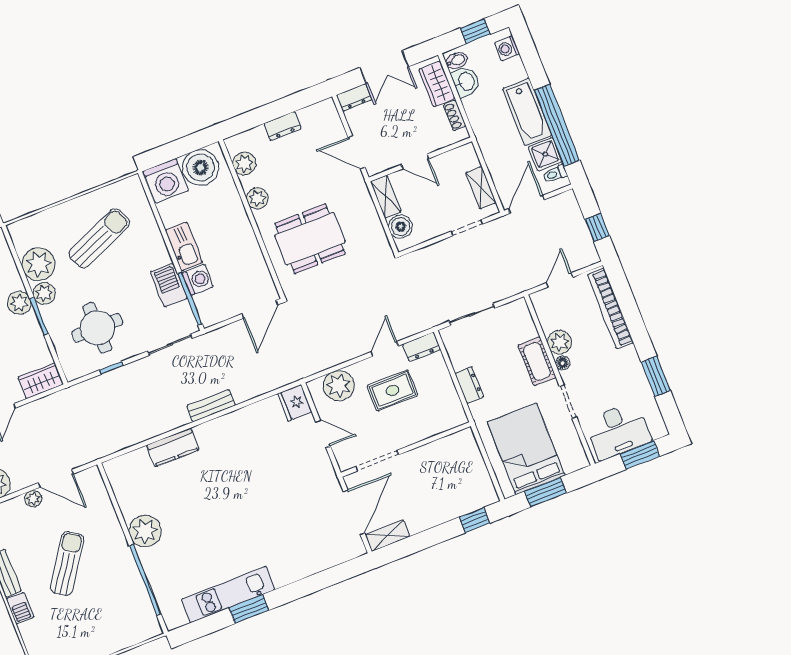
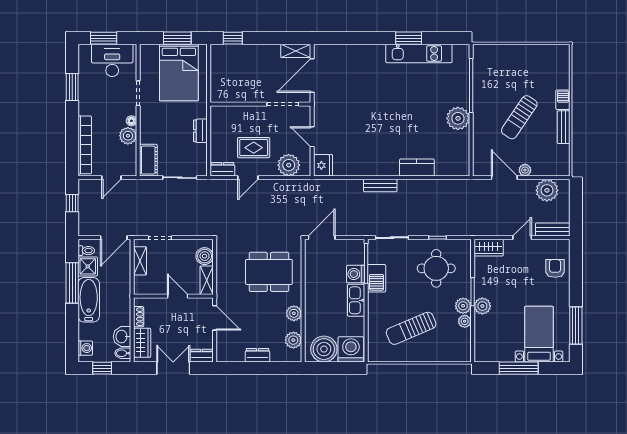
window: (557, 125) -> (72, 283), width x0.68
plant: (39, 264) -> (465, 321), width x0.53, depth x0.53
cot: (537, 361) -> (148, 160), moved

